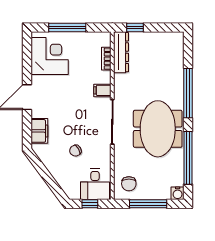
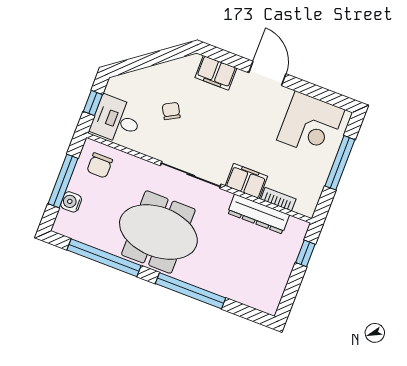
dresser: (121, 52) -> (258, 214), moved
filing cabinet: (102, 90) -> (246, 181), width x2.00
chair: (129, 184) -> (100, 165), turned -90
water cooler: (178, 193) -> (71, 202), moved

